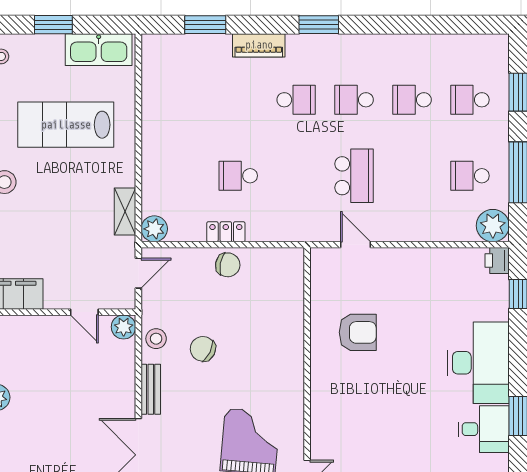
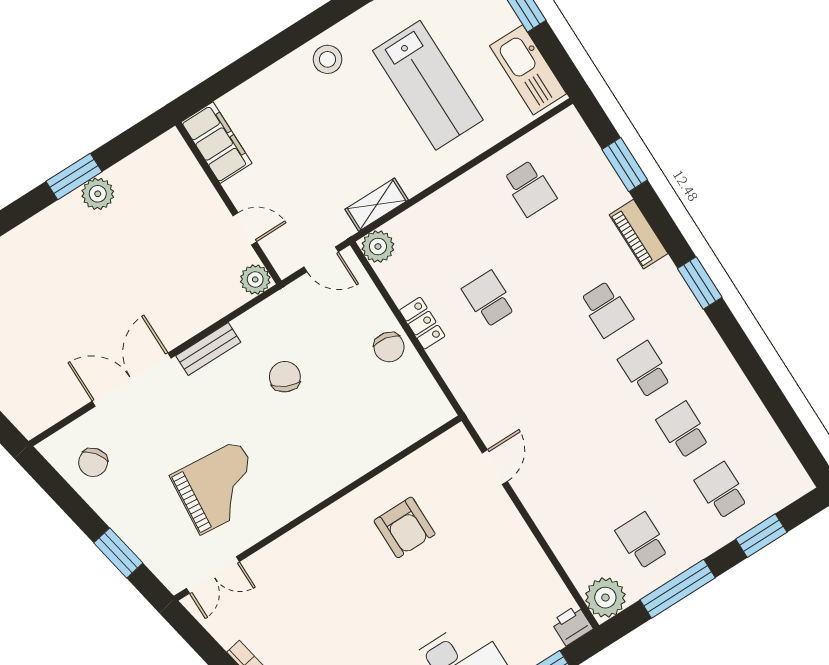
lab bench: (66, 125) -> (428, 85), turned 180
school desk: (354, 176) -> (530, 188), moved, width x0.54
door: (84, 312) -> (245, 229), swing flipped
stool: (156, 339) -> (265, 321), removed

